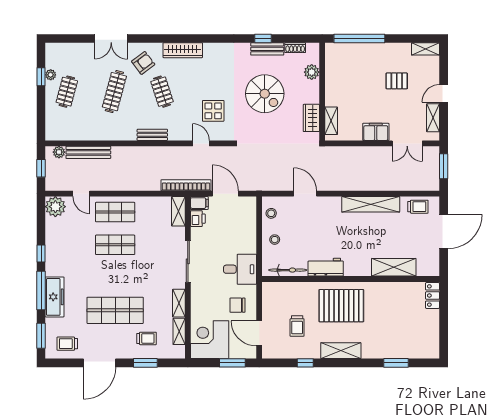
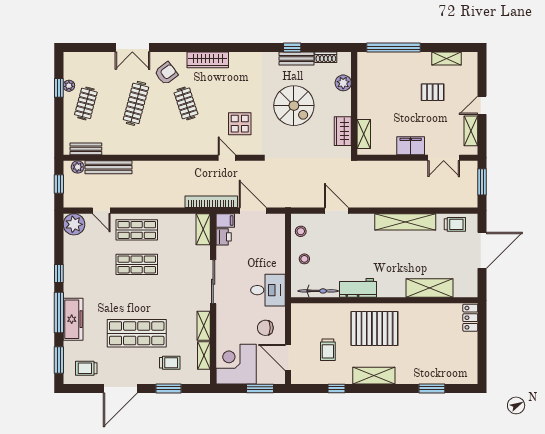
shelving: (426, 49) -> (446, 59), moved
bench: (152, 135) -> (86, 149), moved

